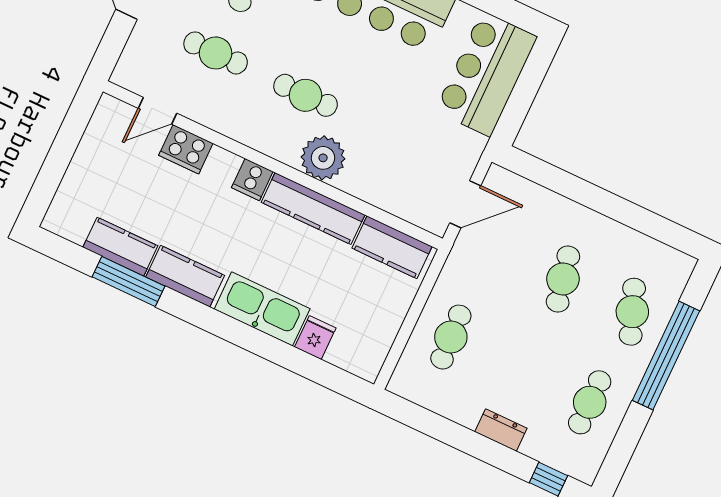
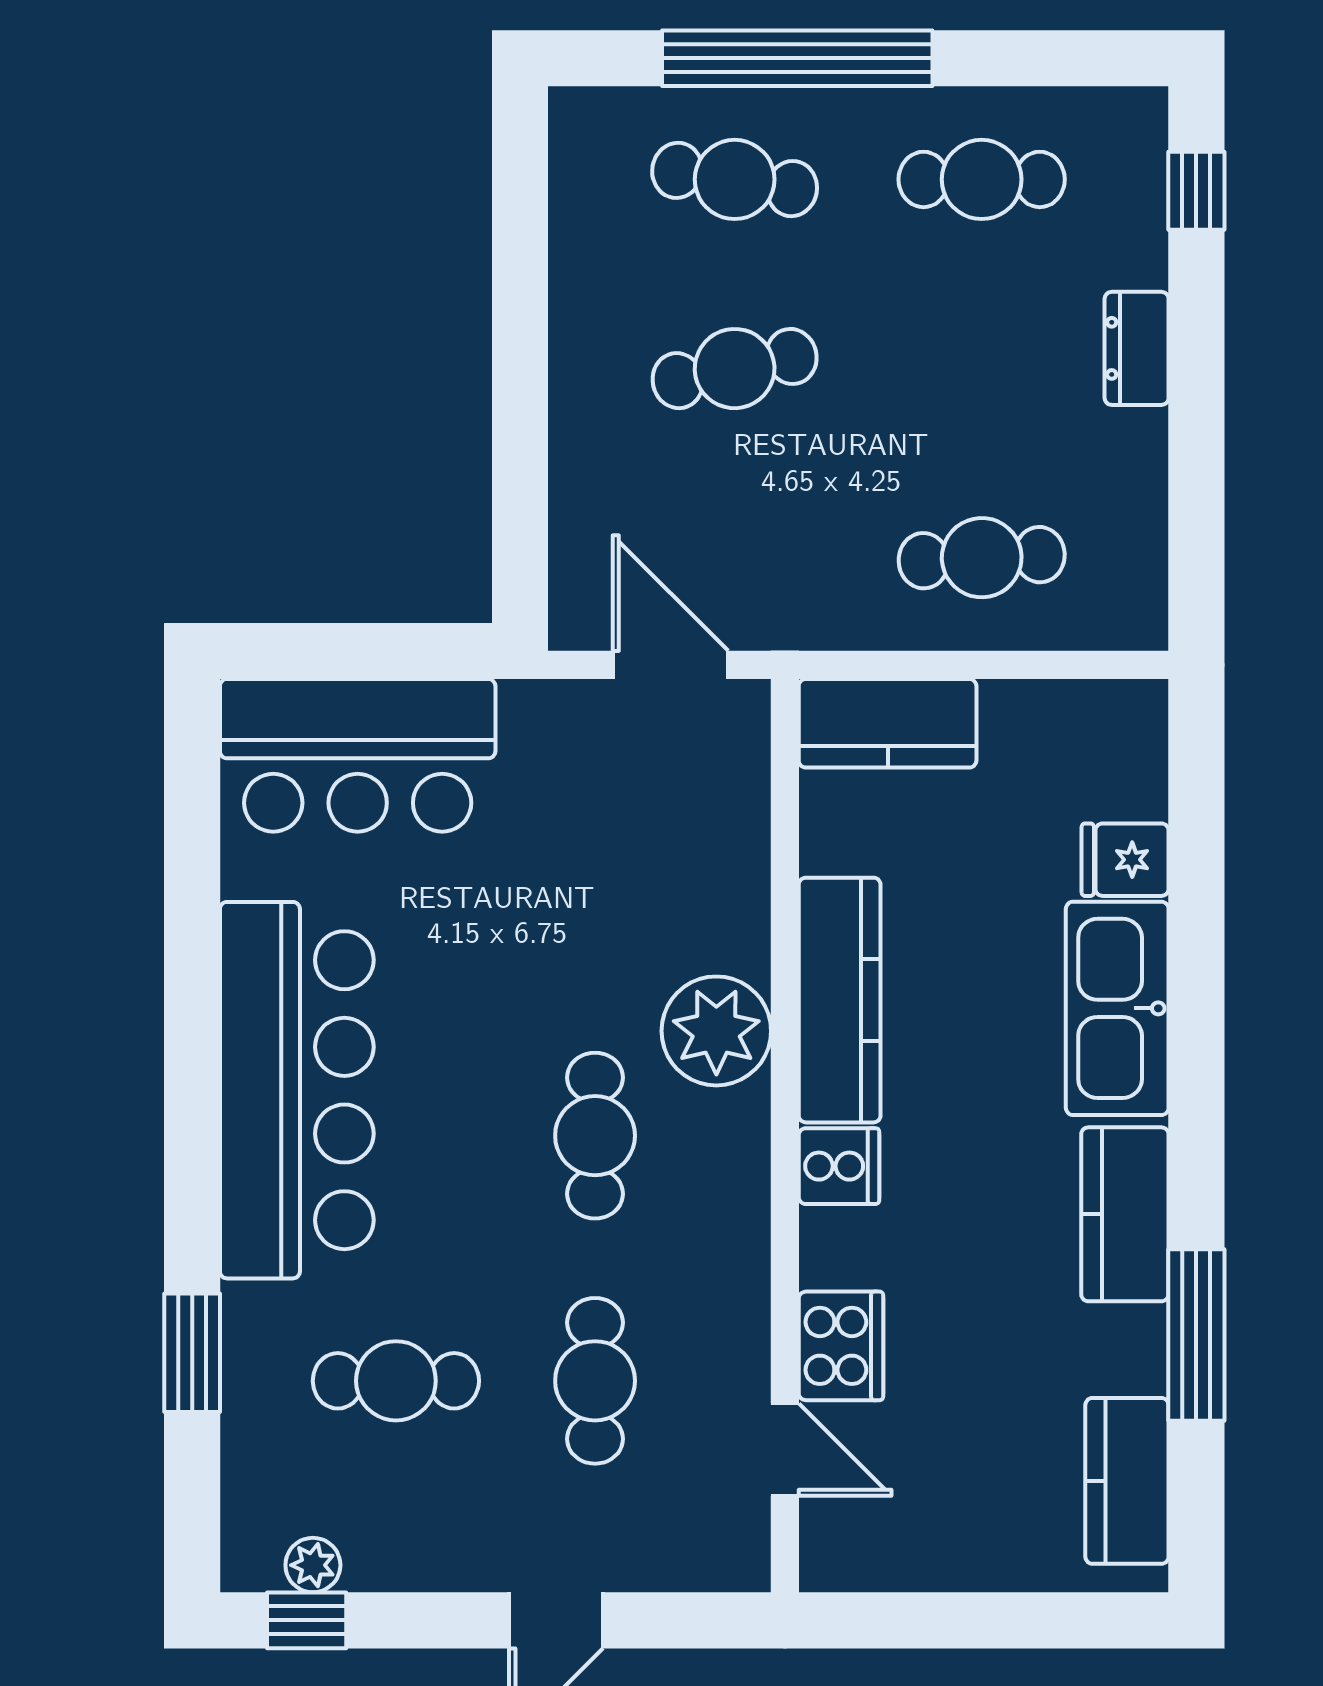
kitchen counter: (120, 247) -> (1127, 1481), moved
kitchen counter: (392, 247) -> (888, 723), moved, turned 90
cafe table: (632, 312) -> (735, 179), turned 30

